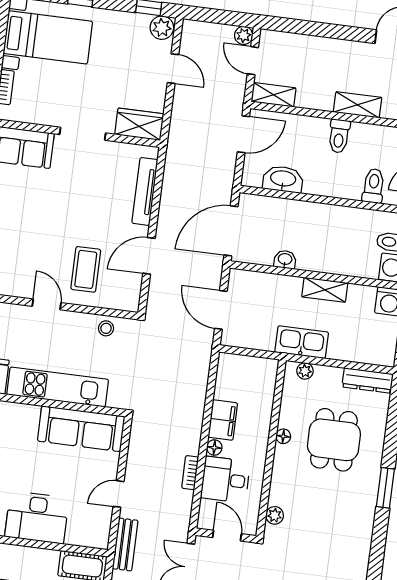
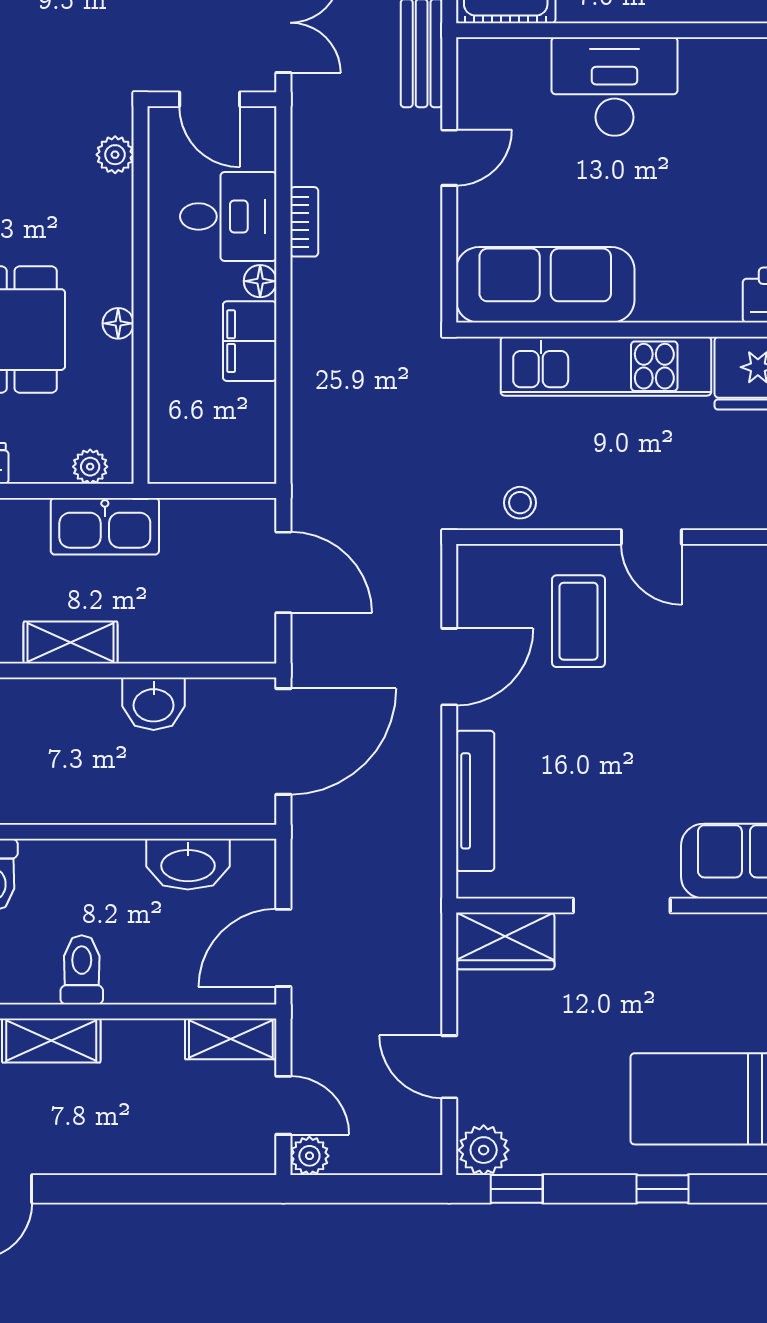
washbasin: (285, 259) -> (154, 704), width x1.38, depth x1.45

